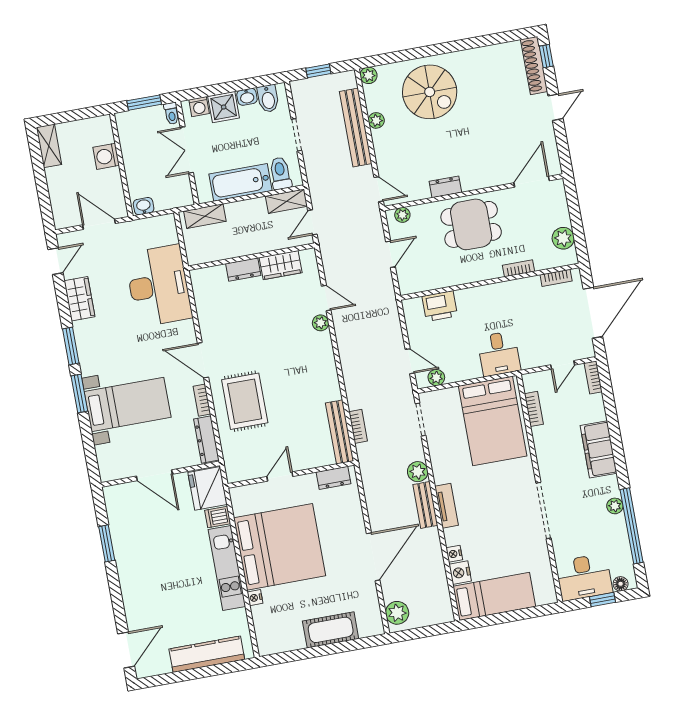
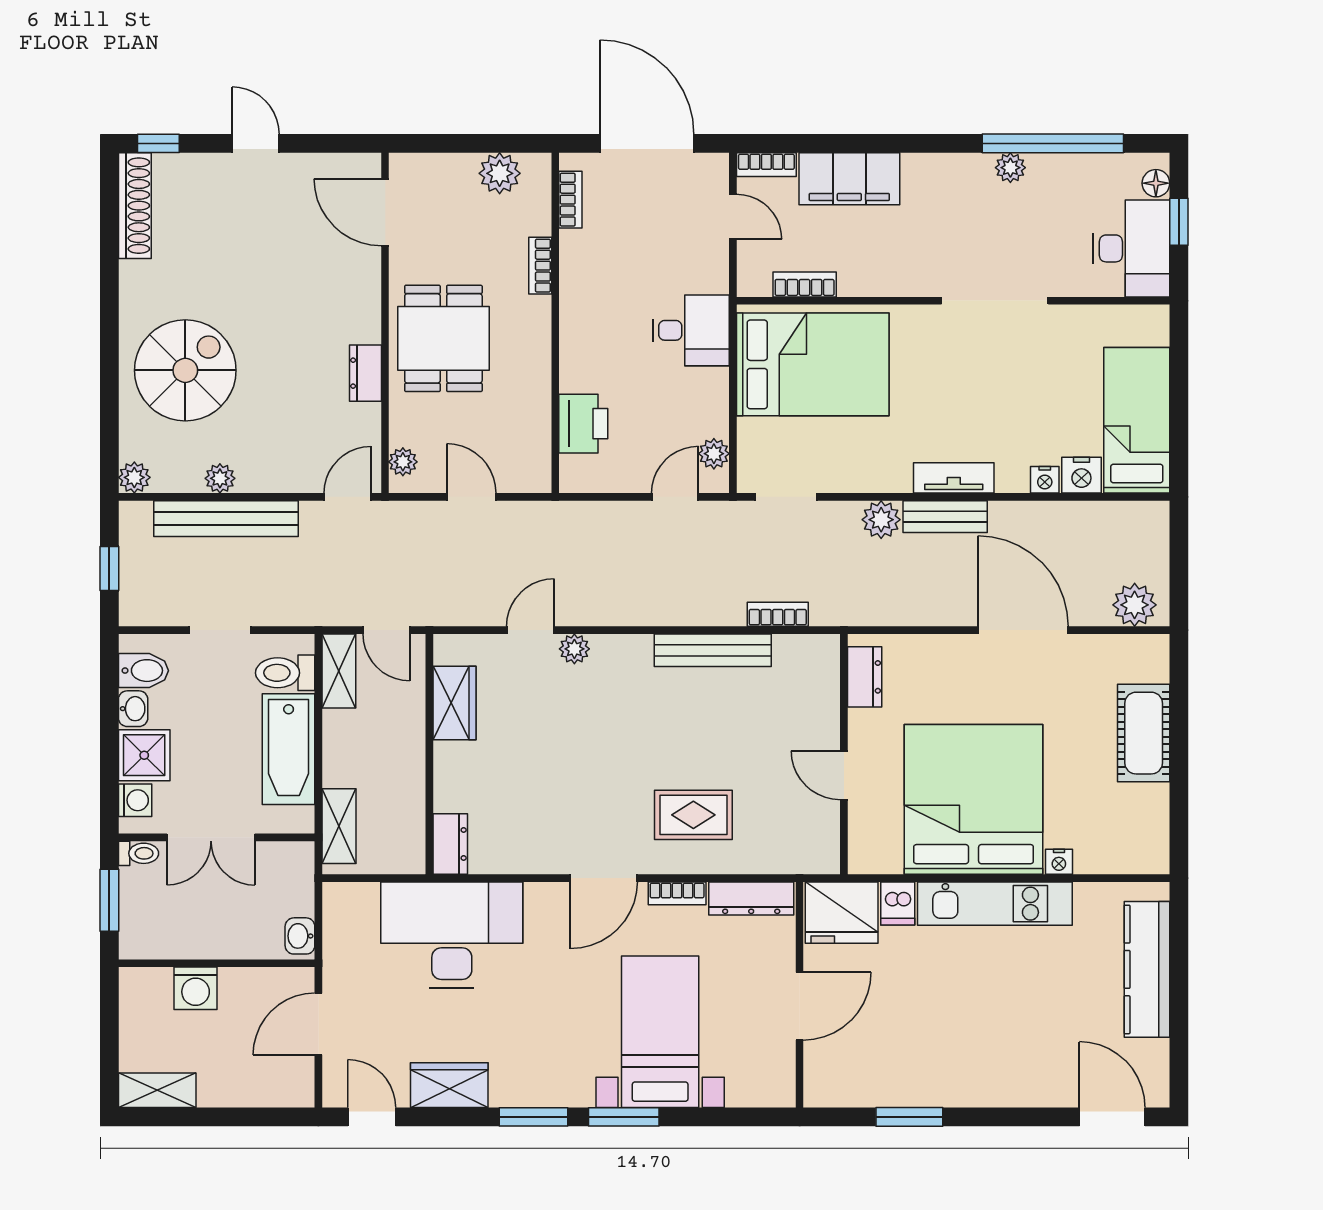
shoe rack: (534, 65) -> (135, 206), moved, turned -90
dresser: (243, 270) -> (450, 844), moved
rug: (245, 401) -> (693, 815), width x0.73, depth x0.70
bench: (340, 432) -> (713, 650), moved
filing cabinet: (599, 449) -> (849, 179), moved

